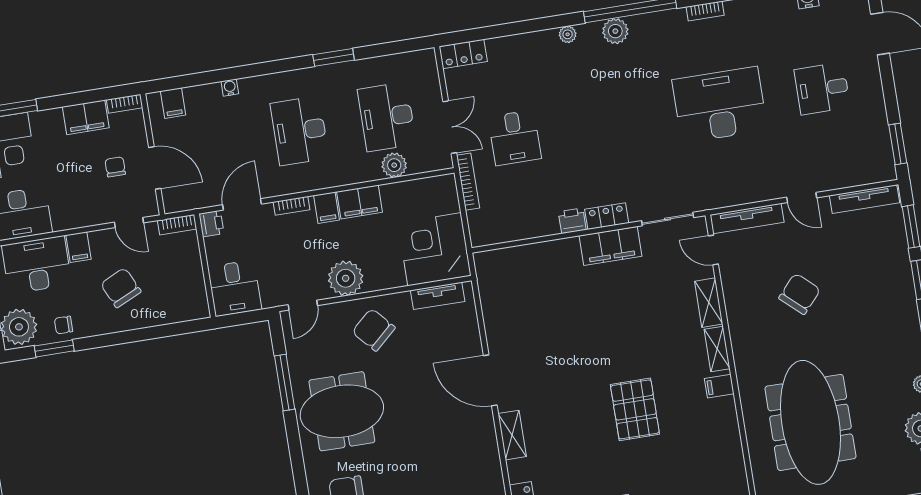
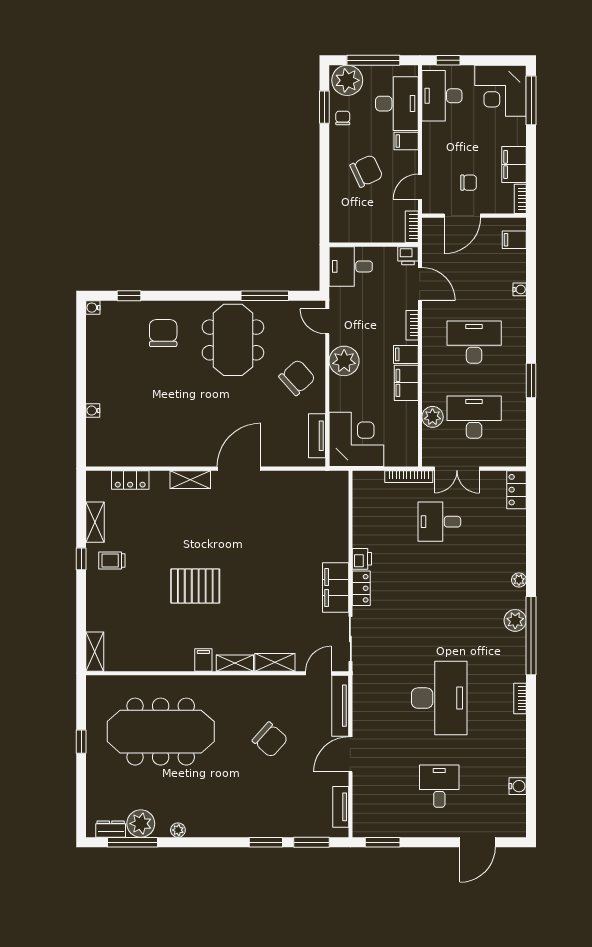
door: (802, 198) -> (350, 754), width x1.38
tv unit: (864, 199) -> (341, 807), width x0.71

